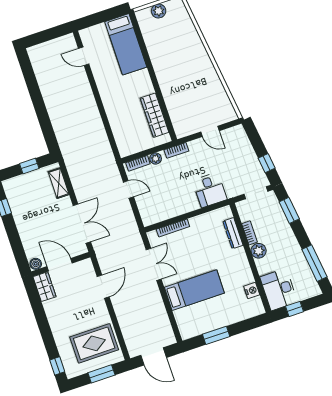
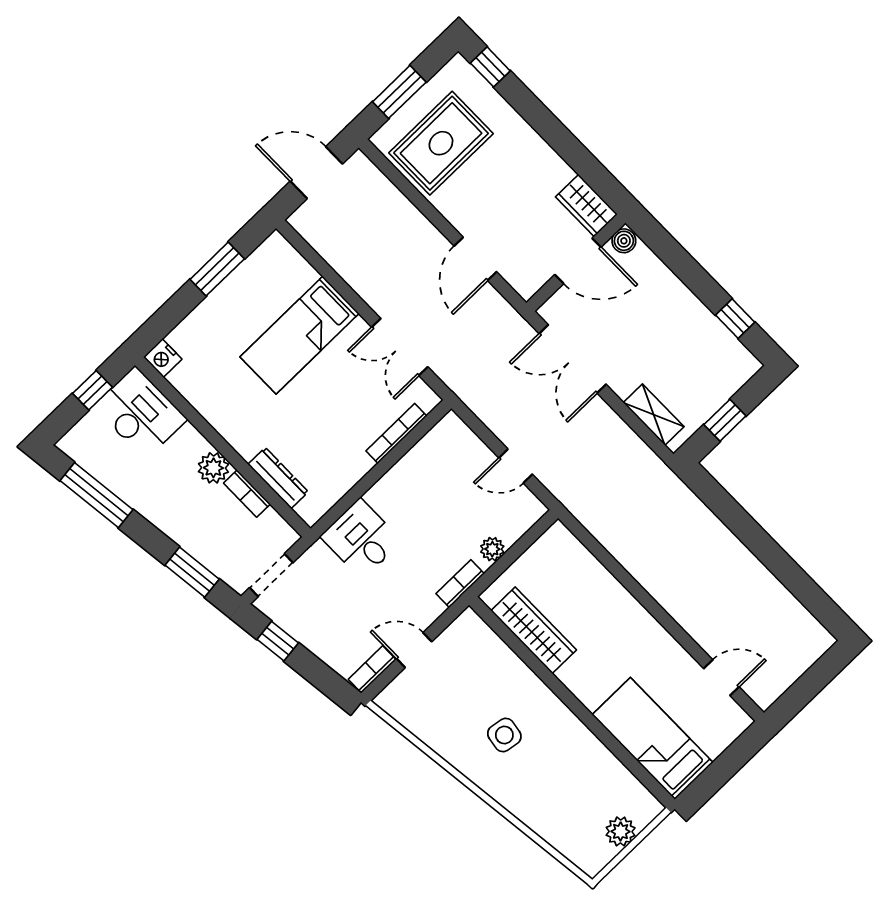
side table: (189, 76) -> (504, 735), added
bookcase: (138, 163) -> (372, 669), moved
nightstand: (252, 290) -> (163, 358), moved

